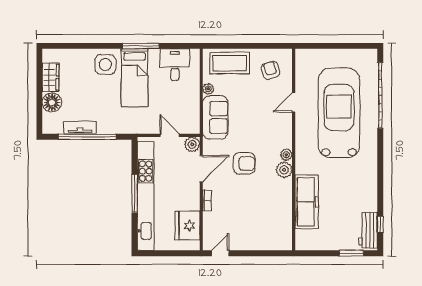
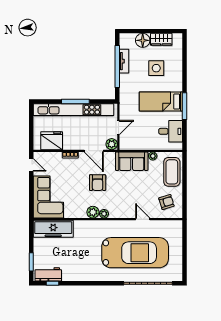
side table: (105, 64) -> (156, 68), moved
freezer: (307, 202) -> (53, 229), moved
corner sofa: (264, 230) -> (48, 197), added

